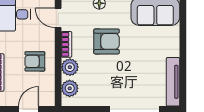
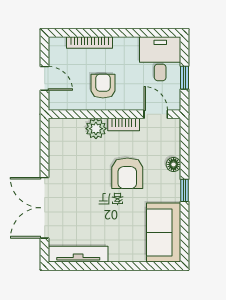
door: (58, 18) -> (156, 114), hinge flipped
plant: (70, 88) -> (70, 128), removed

